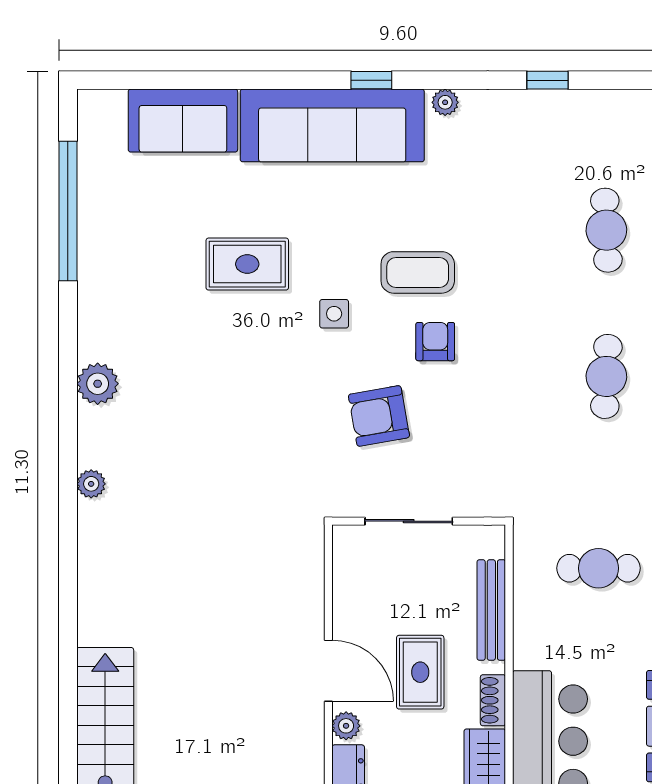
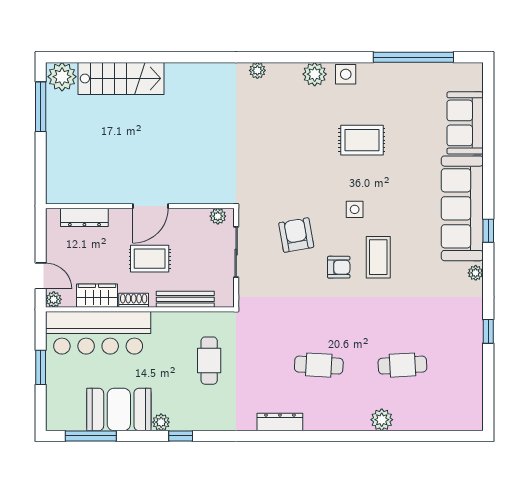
rug: (247, 264) -> (362, 140), moved, turned 90
side table: (98, 329) -> (346, 74), added
plant: (346, 726) -> (218, 216), moved

